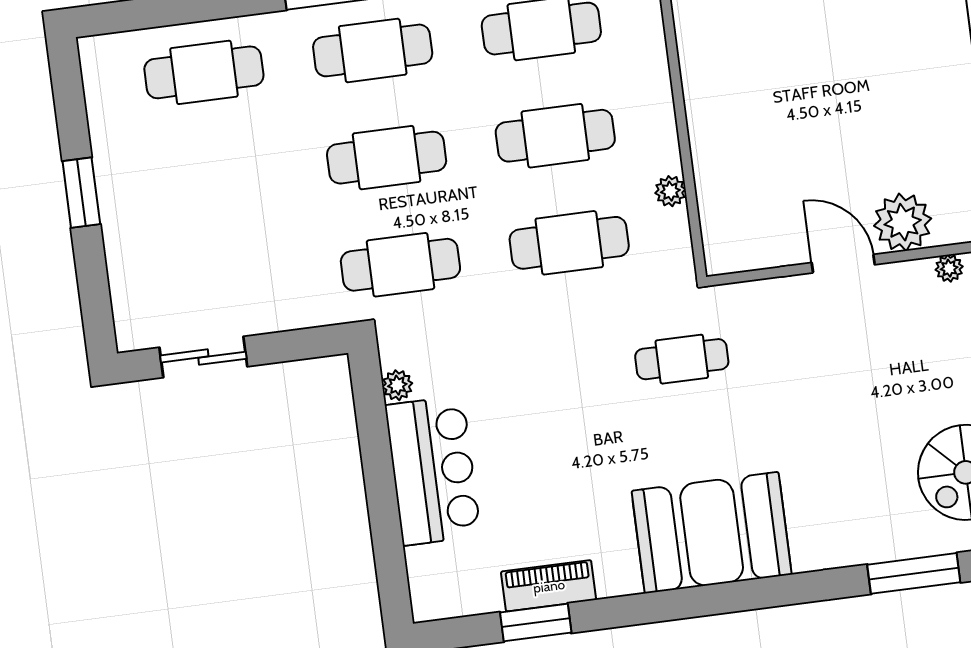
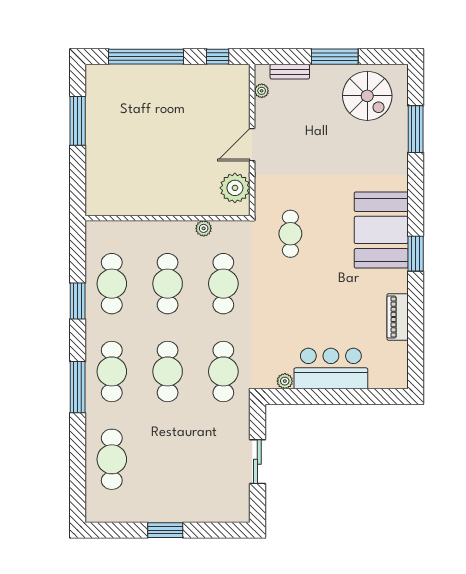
plant: (903, 222) -> (235, 188), moved
sliding door: (203, 357) -> (257, 462), moved
window: (536, 623) -> (416, 254), moved

